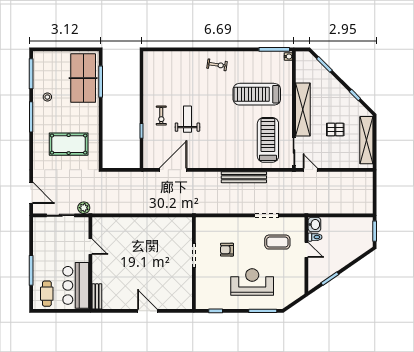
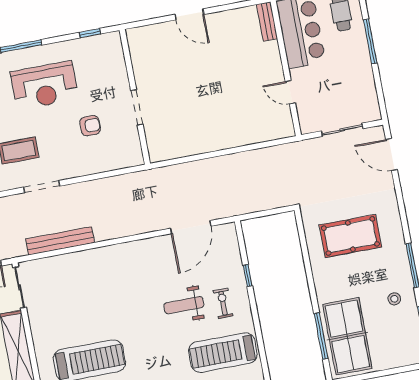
weight bench: (187, 119) -> (184, 305), turned 90
treadmill: (268, 140) -> (223, 353), moved, turned 90
bench: (244, 177) -> (60, 241), moved
plant: (84, 208) -> (311, 147), removed

